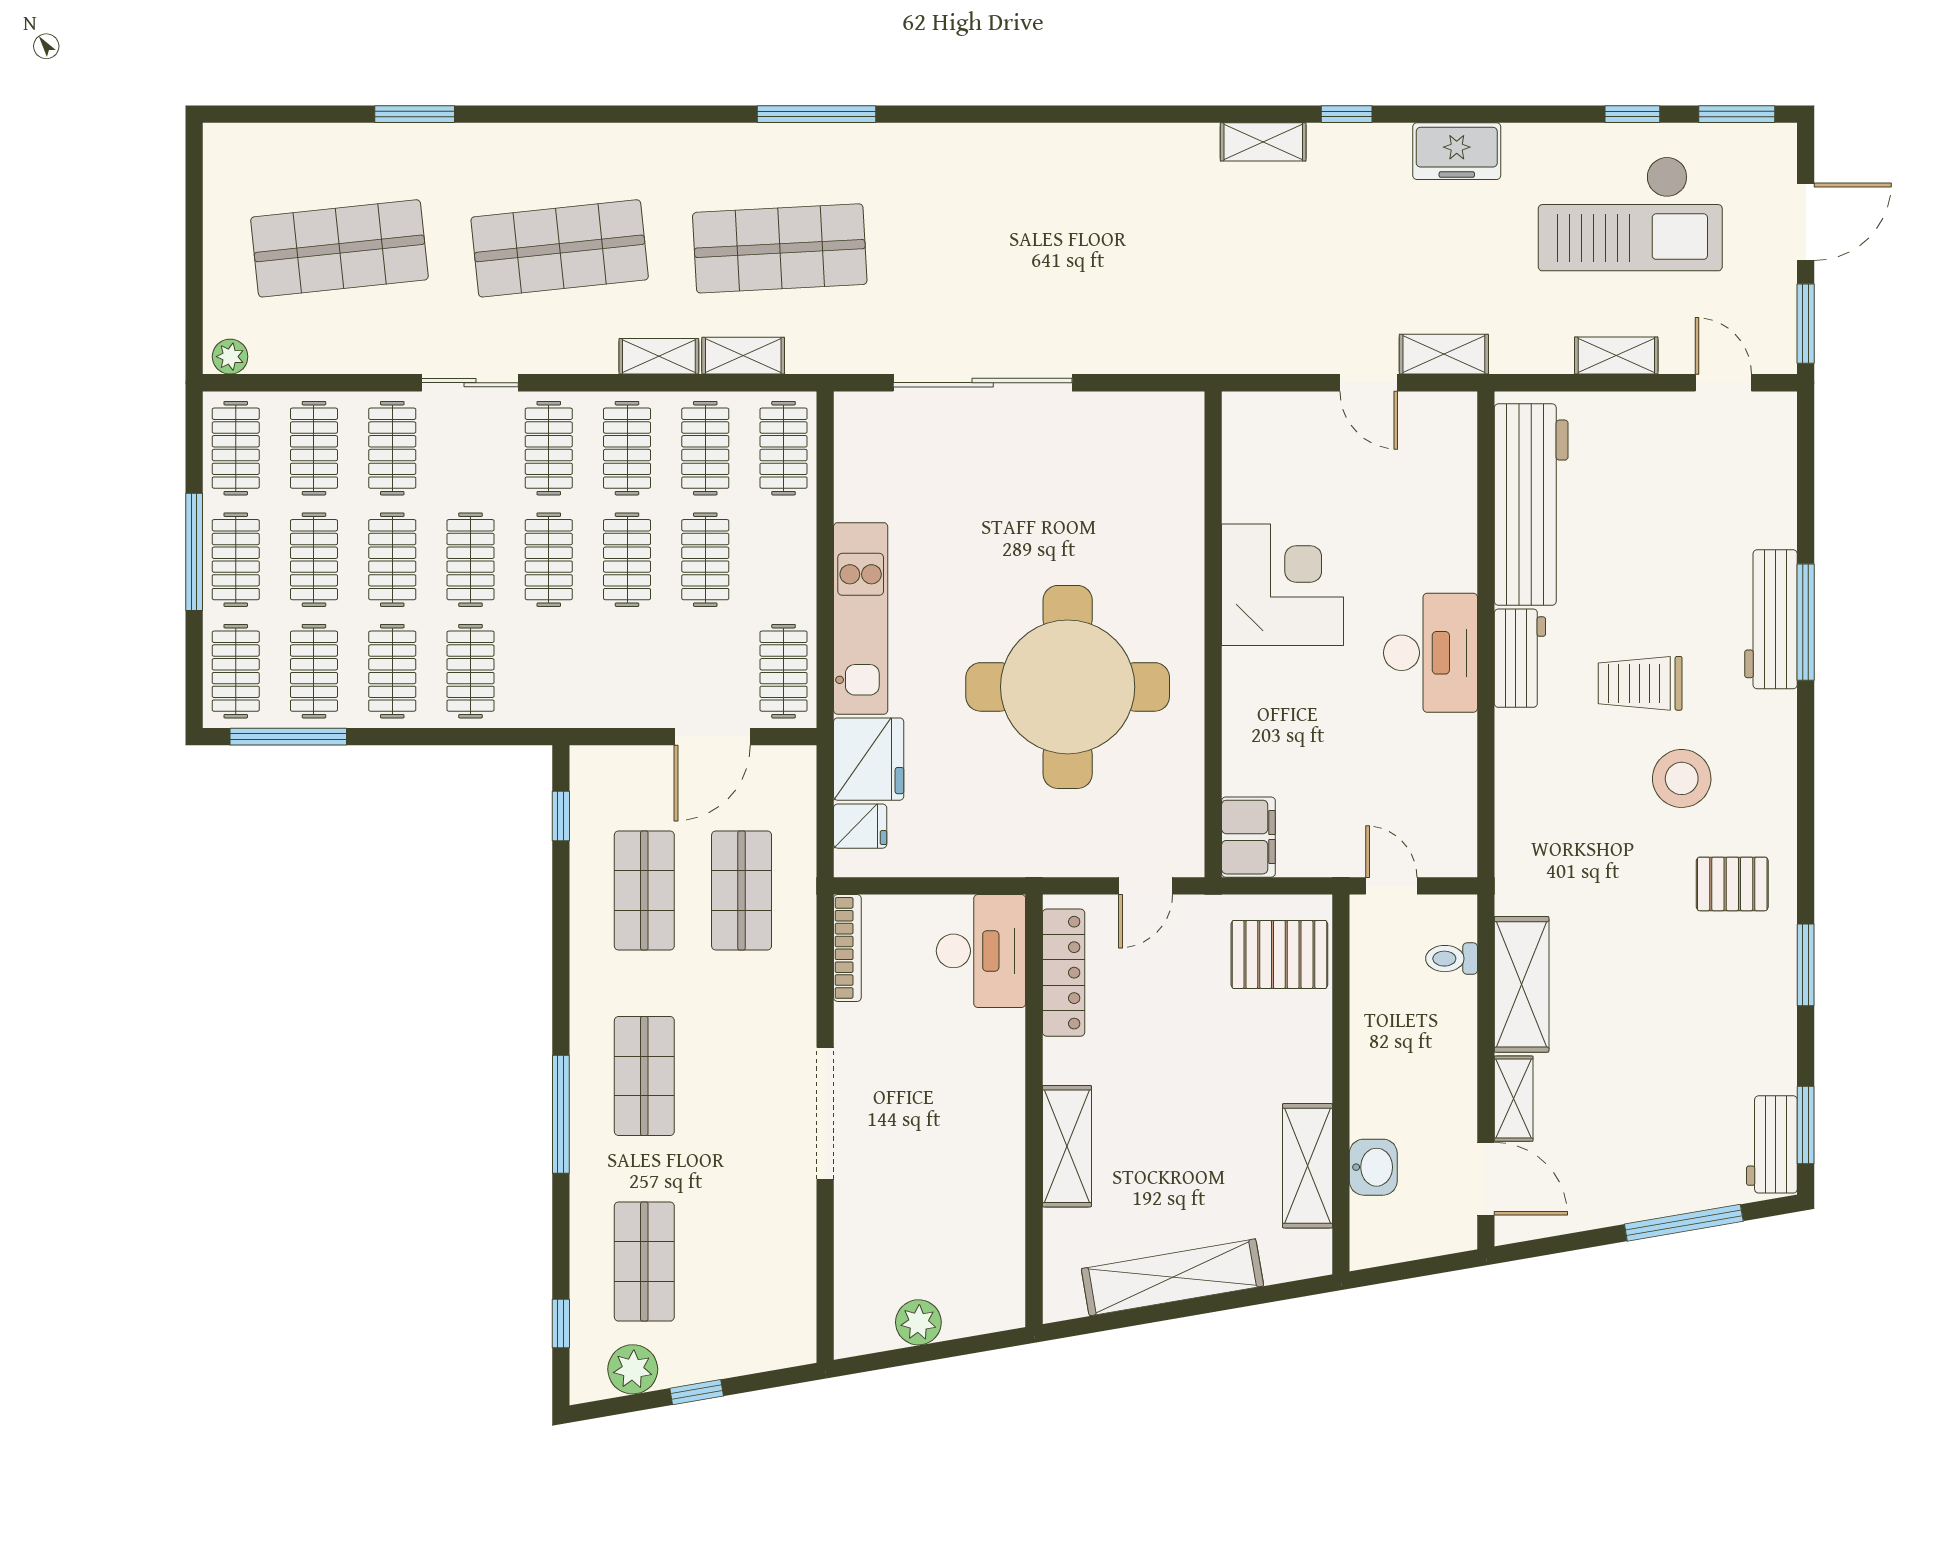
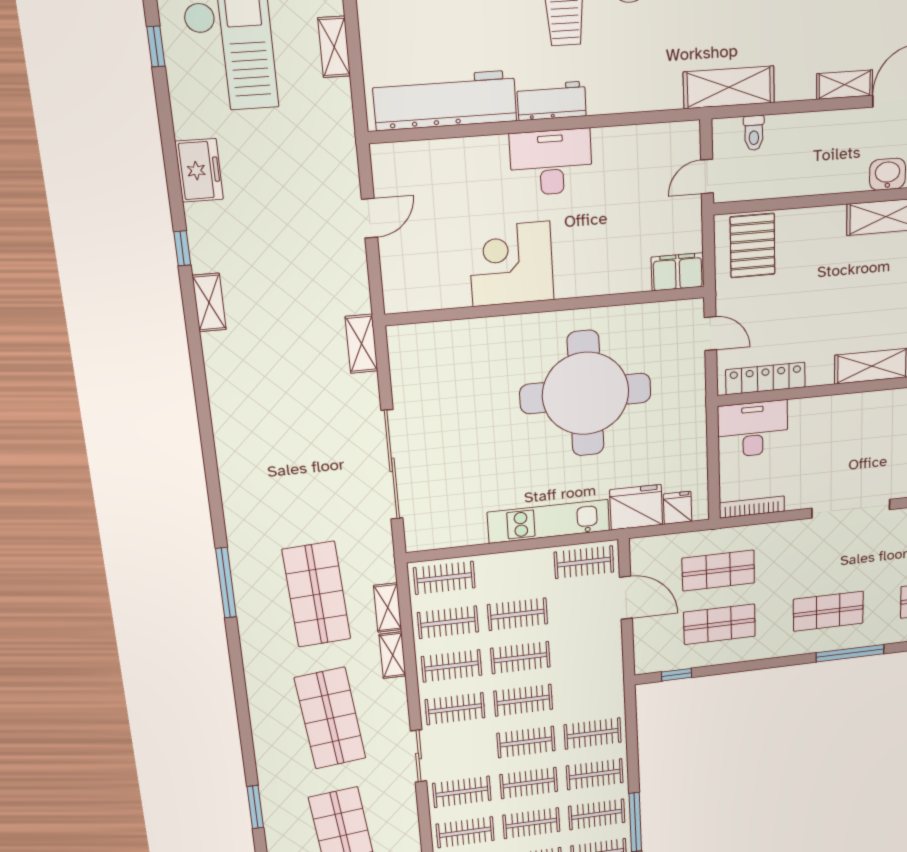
shelving: (1444, 354) -> (361, 344), moved
shelving: (1522, 984) -> (729, 87), moved

